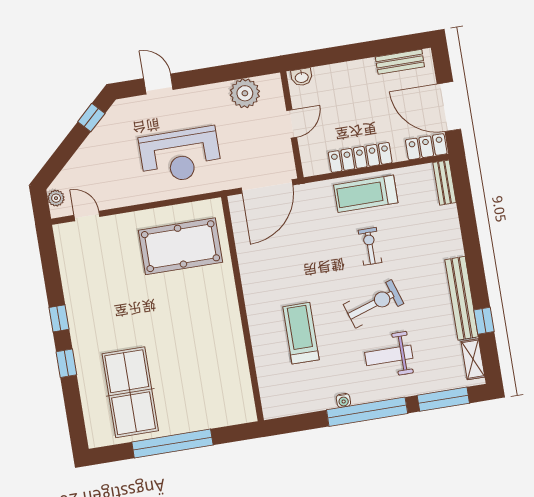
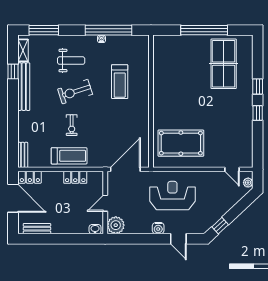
plant: (245, 93) -> (116, 225), moved
water cooler: (195, 96) -> (158, 228), added
locker: (360, 157) -> (75, 177), width x0.66
window: (367, 412) -> (109, 30), moved

